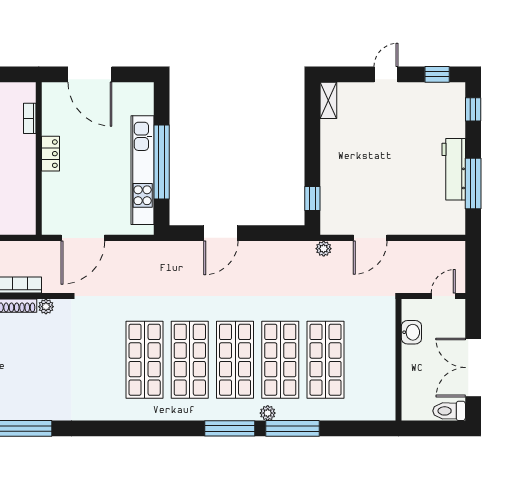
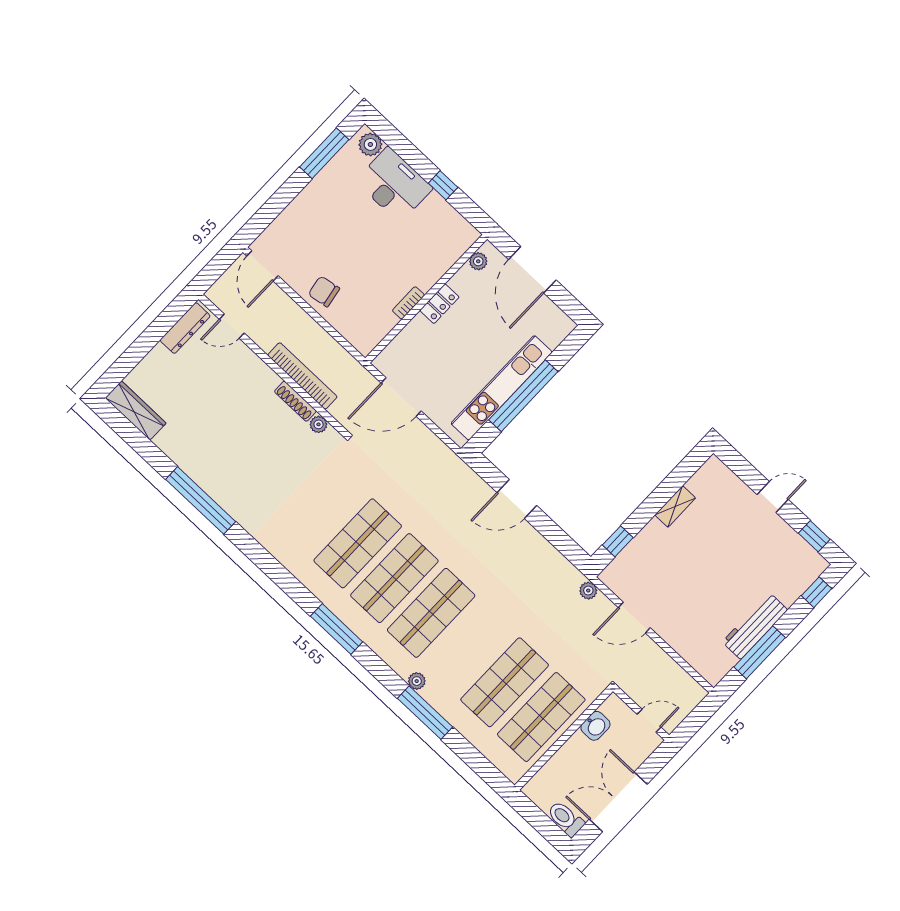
shelving: (328, 100) -> (675, 506), moved
plant: (50, 102) -> (478, 261), added
bookcase: (30, 118) -> (408, 303), moved
shop shelf: (280, 360) -> (541, 717), moved
window: (230, 428) -> (337, 629), moved

